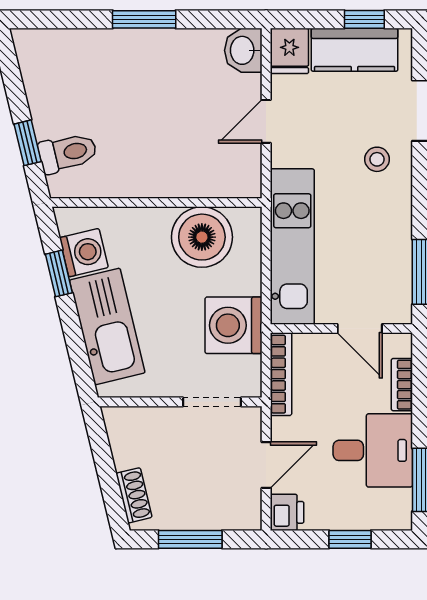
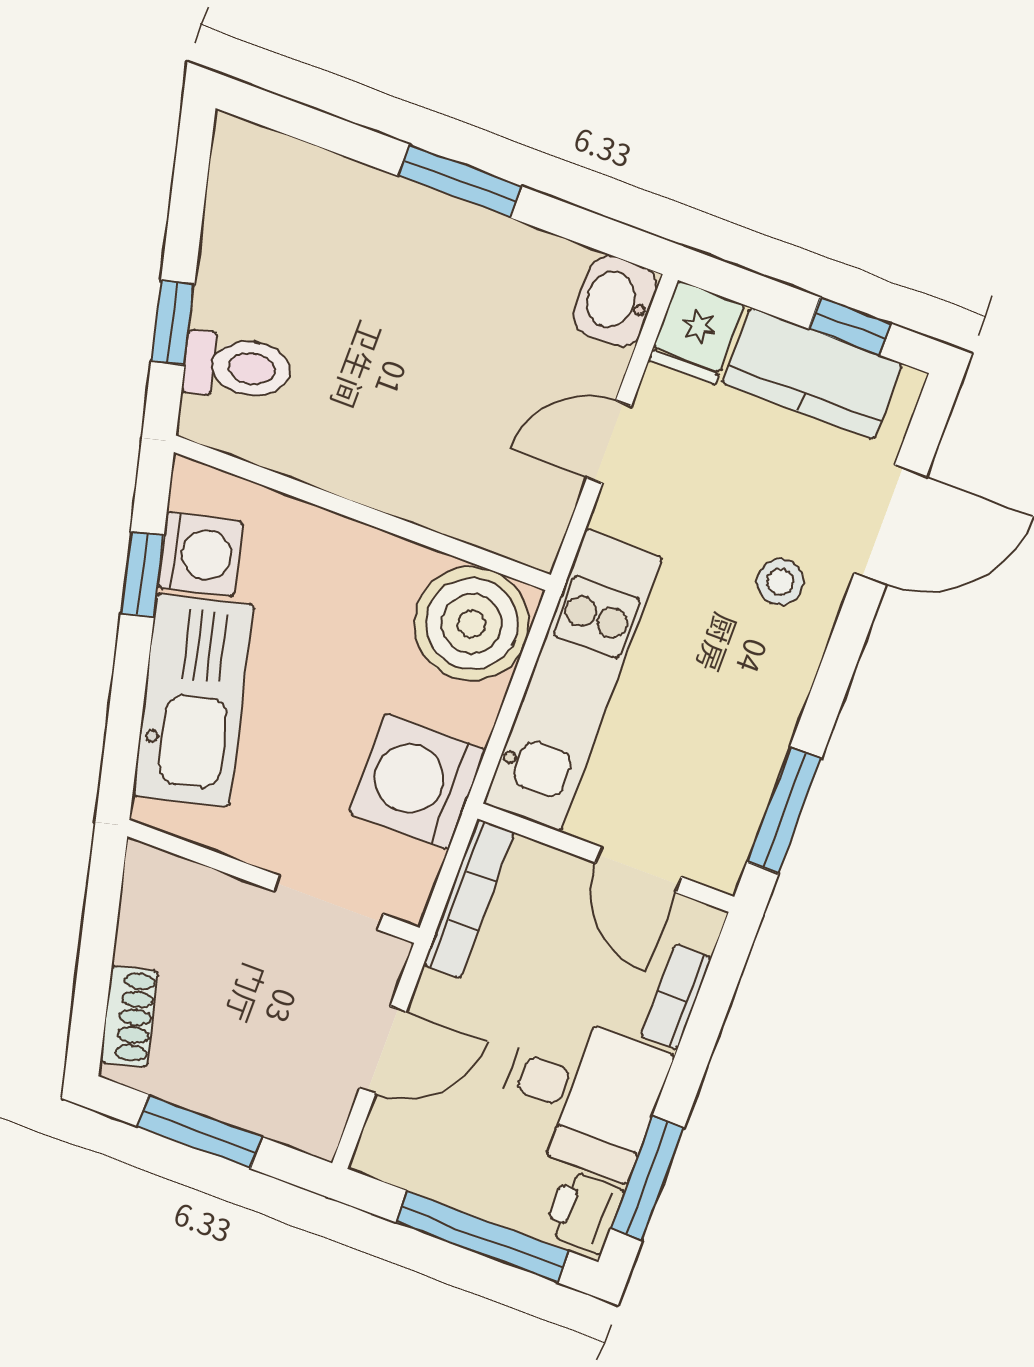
boiler: (202, 237) -> (472, 624), moved
printer: (287, 512) -> (584, 1212), moved, turned 180
window: (350, 539) -> (482, 1237), width x2.17

